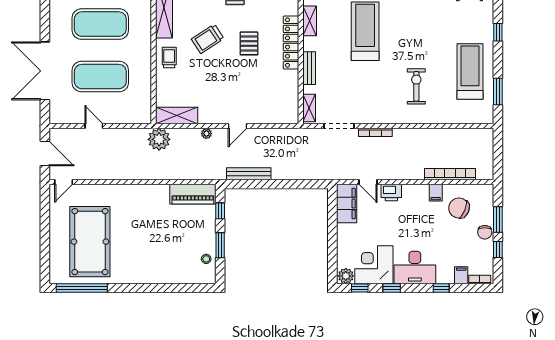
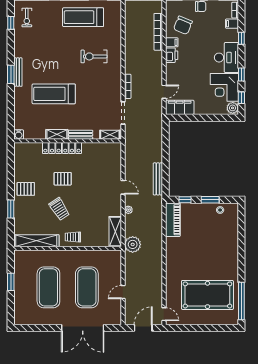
shelving: (310, 21) -> (57, 134), moved
printer: (391, 193) -> (172, 55), moved

